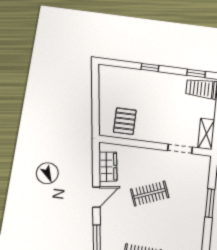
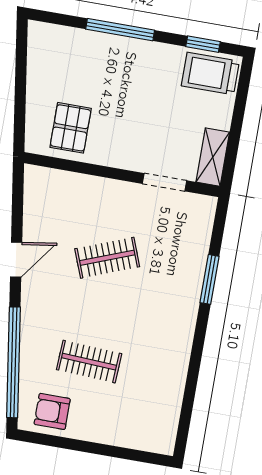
window: (150, 67) -> (120, 30), width x2.17
wardrobe: (108, 167) -> (38, 208), removed

